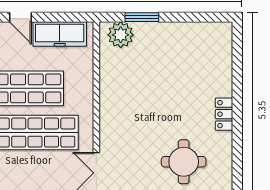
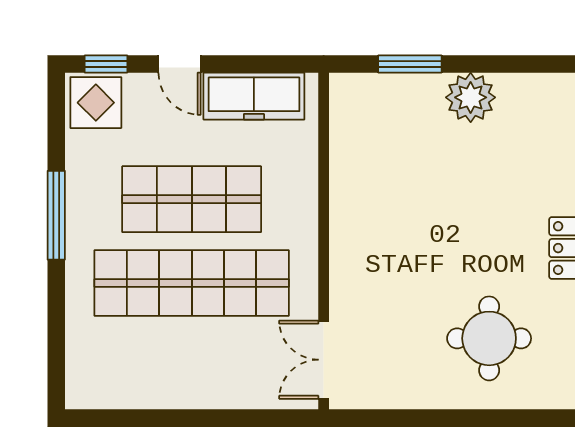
plant: (121, 35) -> (471, 97), moved

